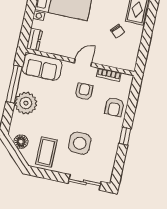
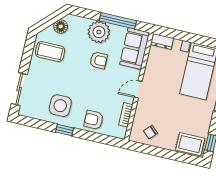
chair: (118, 31) -> (151, 132), moved
door: (83, 63) -> (138, 89), swing flipped
armchair: (84, 92) -> (99, 60), moved
side table: (80, 143) -> (60, 106), moved

